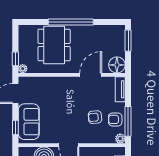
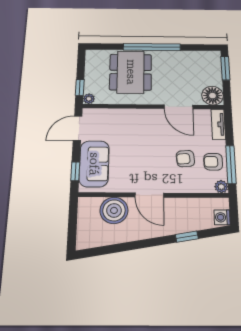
door: (91, 75) -> (178, 107), swing flipped

